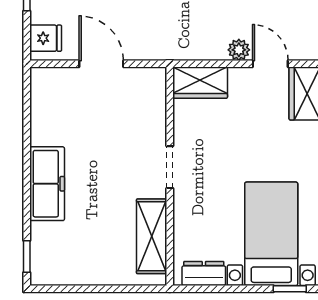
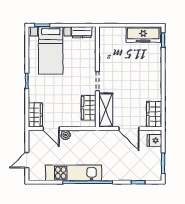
wardrobe: (200, 83) -> (89, 108), moved, turned -90
wardrobe: (46, 95) -> (154, 114), added
freezer: (47, 184) -> (143, 35), moved, turned -90
shelving: (152, 236) -> (106, 110), moved

